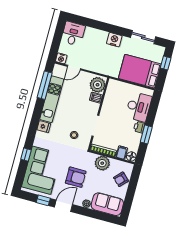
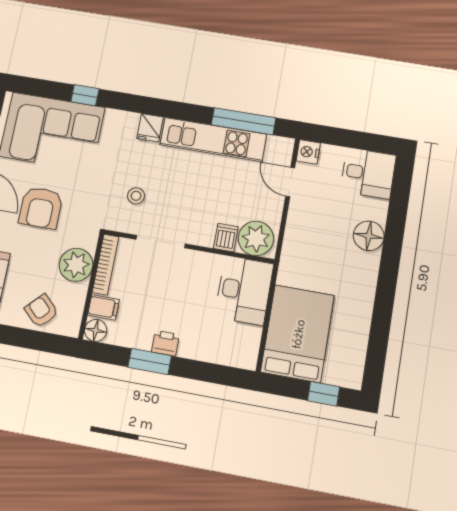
floor lamp: (101, 37) -> (369, 236), added
sliding door: (143, 37) -> (379, 335), removed
nightstand: (114, 40) -> (365, 268), removed
desk: (139, 107) -> (244, 290), moved, turned -90

